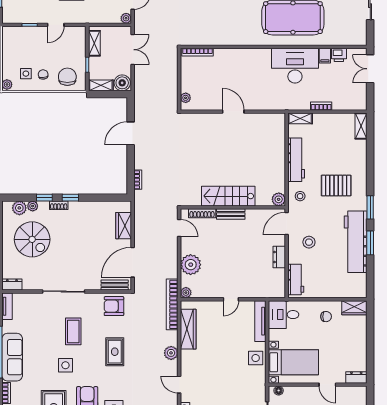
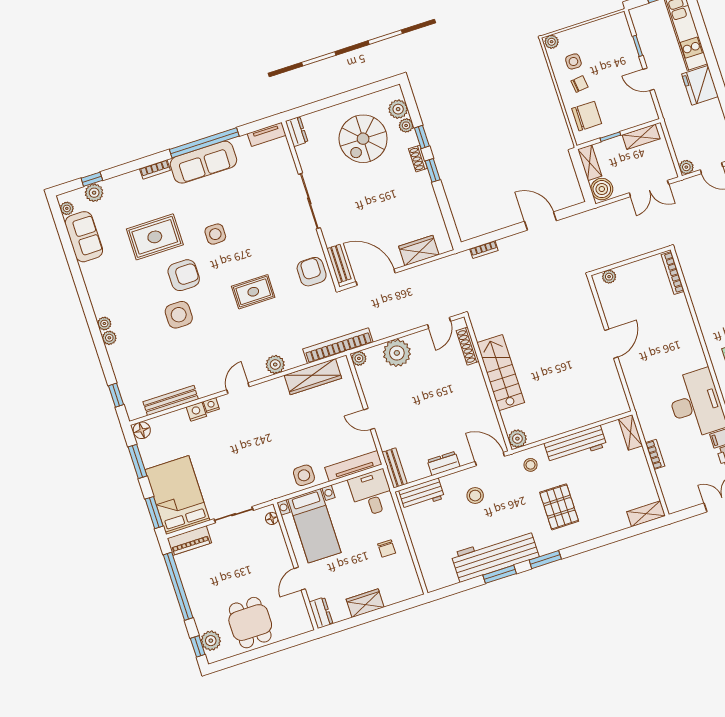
bench: (231, 214) -> (395, 468), moved
wardrobe: (354, 308) -> (365, 603), moved, turned 90
coffee table: (73, 331) -> (262, 230), removed

